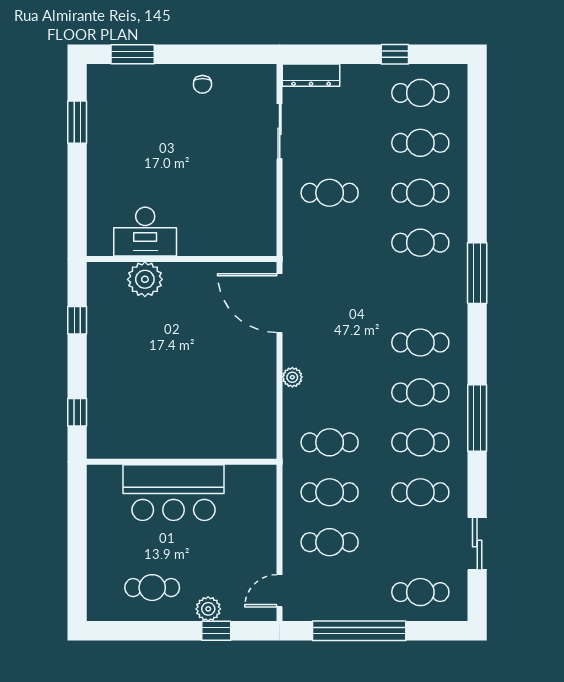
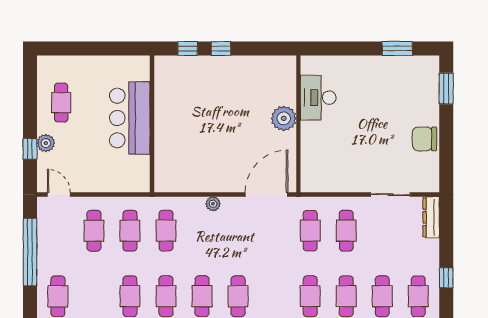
chair: (202, 84) -> (425, 139), width x1.87, depth x1.87
cafe table: (330, 243) -> (310, 231), added
plant: (145, 279) -> (284, 118), moved
window: (77, 320) -> (221, 48), moved

